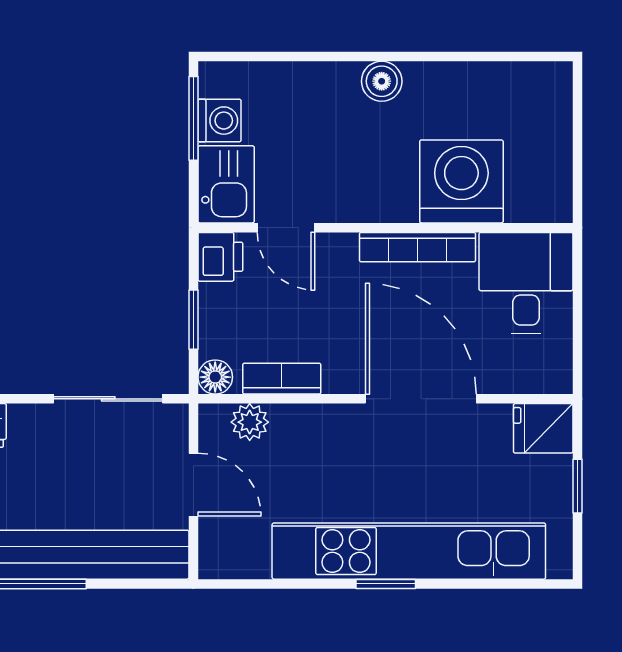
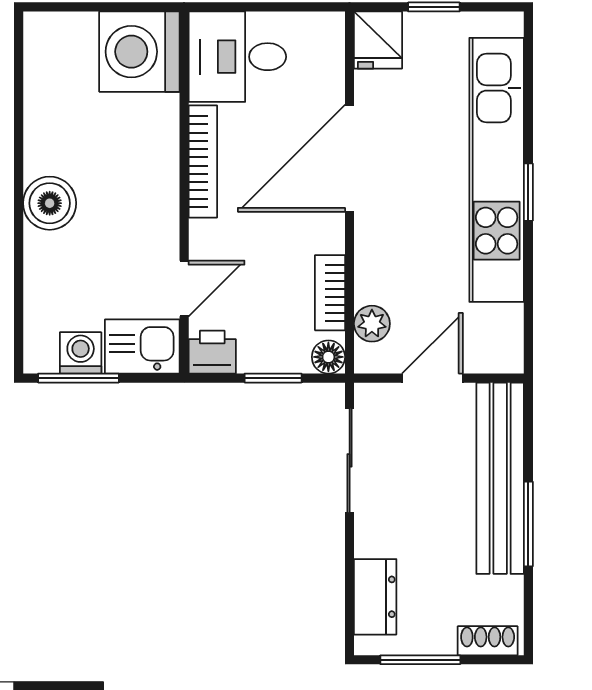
boiler: (382, 81) -> (50, 203), width x1.36, depth x1.36
washing machine: (461, 181) -> (139, 52), moved

